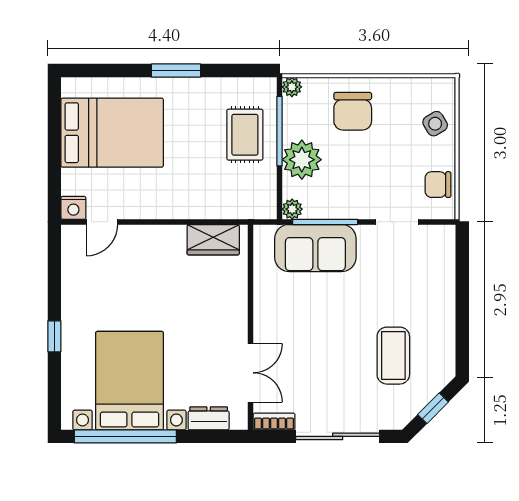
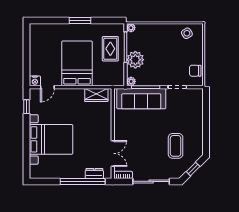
chair: (353, 111) -> (158, 38), removed
side table: (435, 124) -> (187, 33), moved
bed: (112, 133) -> (77, 63), moved, turned -90
sofa: (315, 248) -> (141, 99), width x1.36
window: (54, 336) -> (26, 107), moved
bed with nightstands: (129, 381) -> (51, 139), moved, turned 90
window: (125, 436) -> (83, 181), moved

